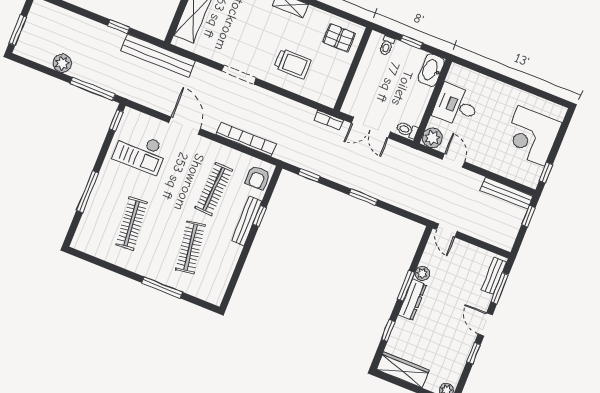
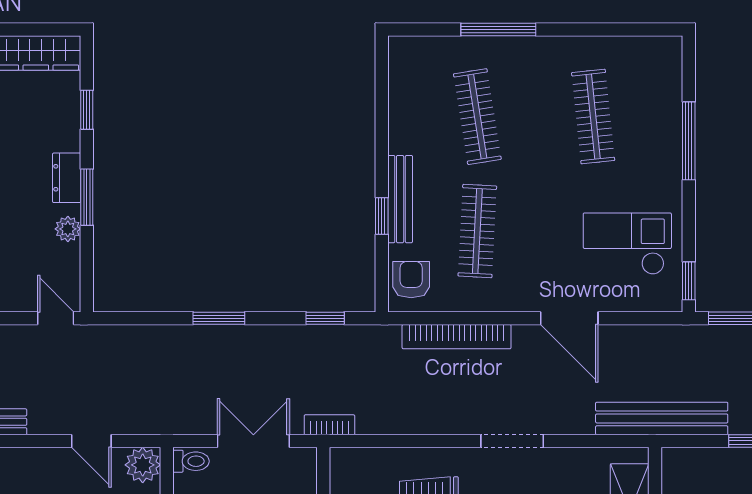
dresser: (412, 300) -> (67, 178), width x0.70

